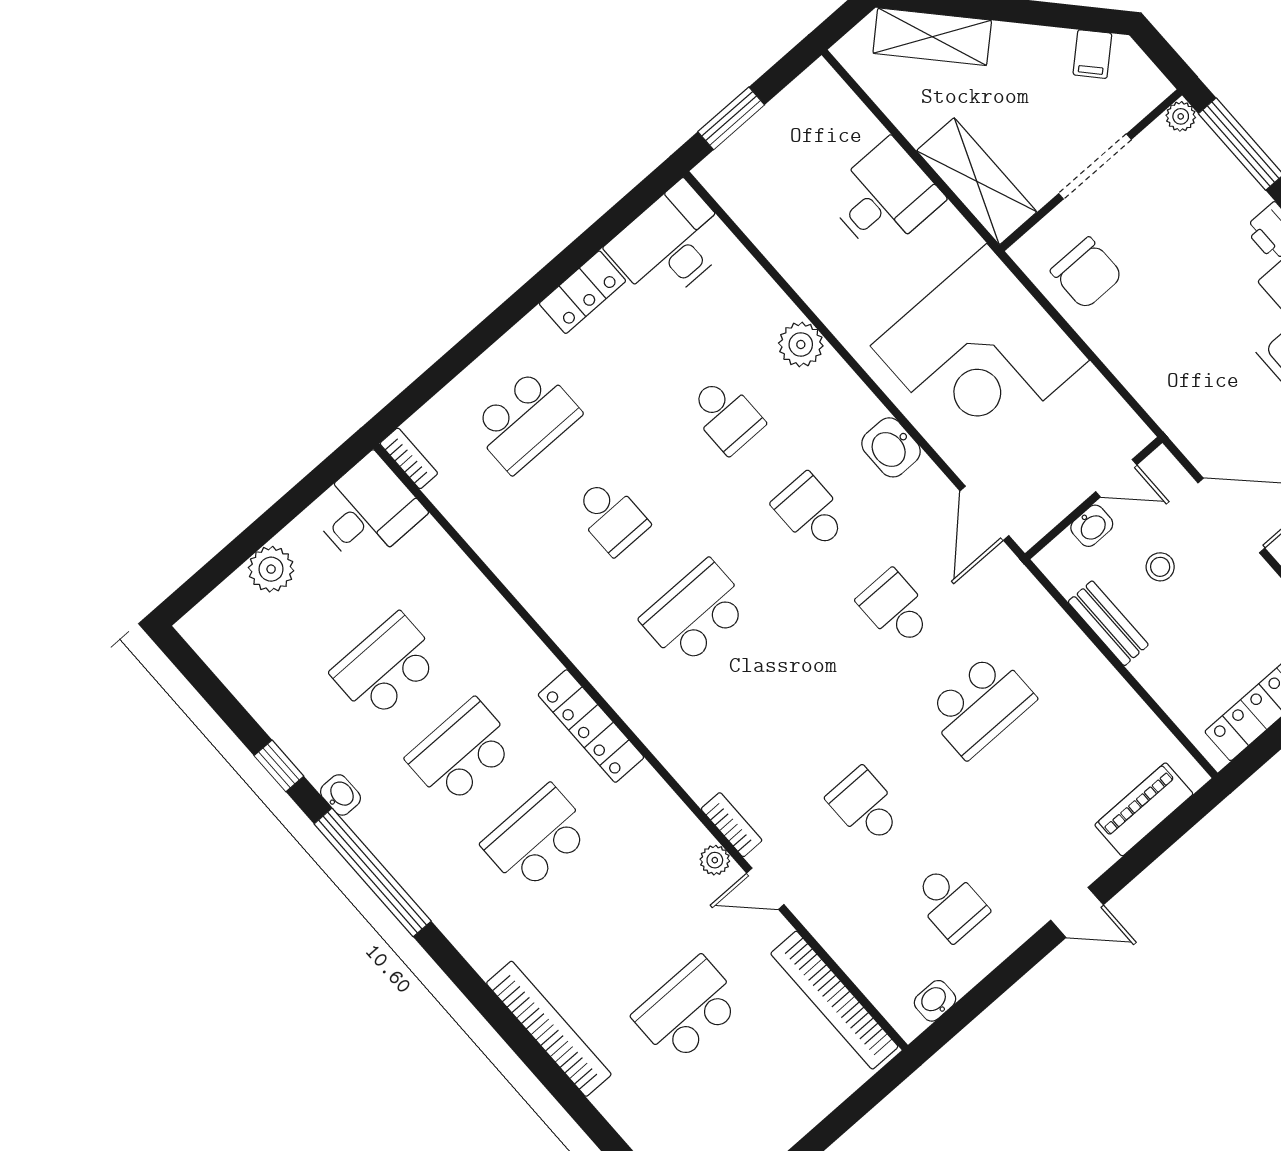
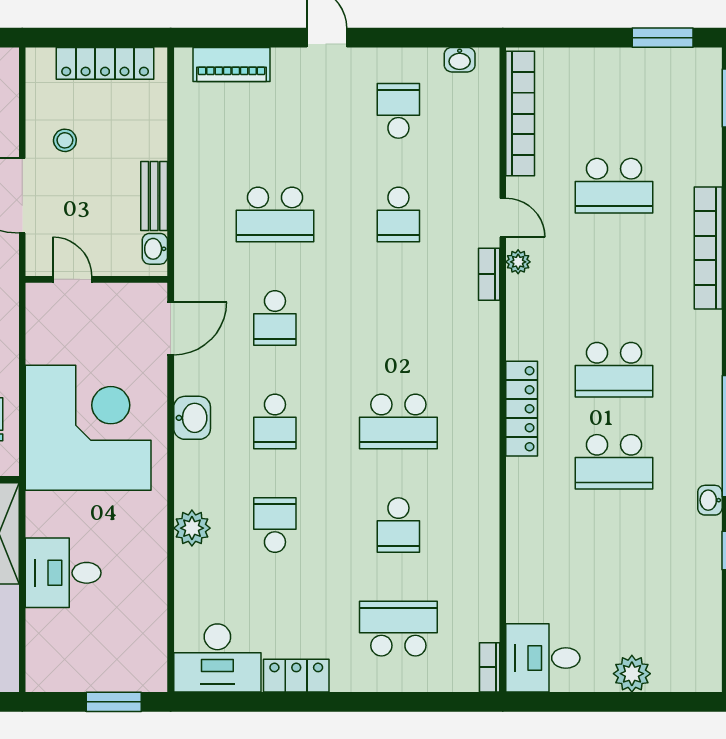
school desk: (611, 516) -> (398, 525), turned 180
washbasin: (1092, 526) -> (155, 249), moved, turned -90
stool: (1160, 567) -> (65, 140), moved
school desk: (386, 666) -> (614, 554), removed
school desk: (980, 705) -> (275, 214), turned 180

